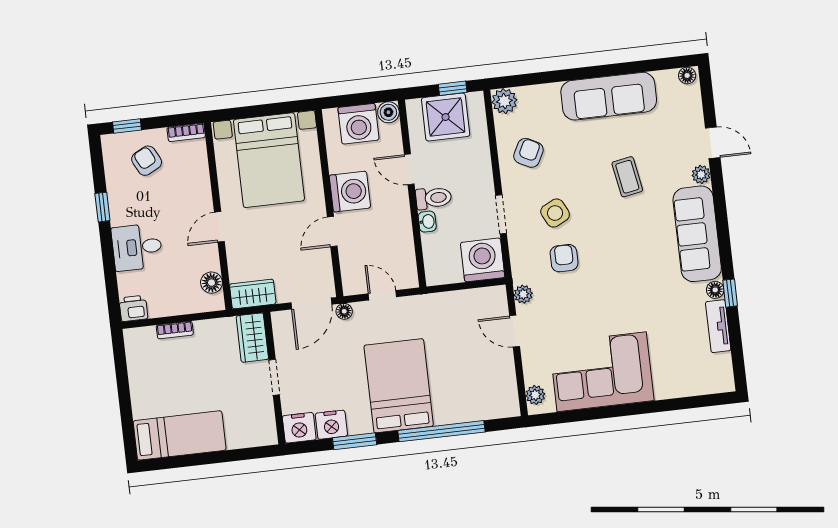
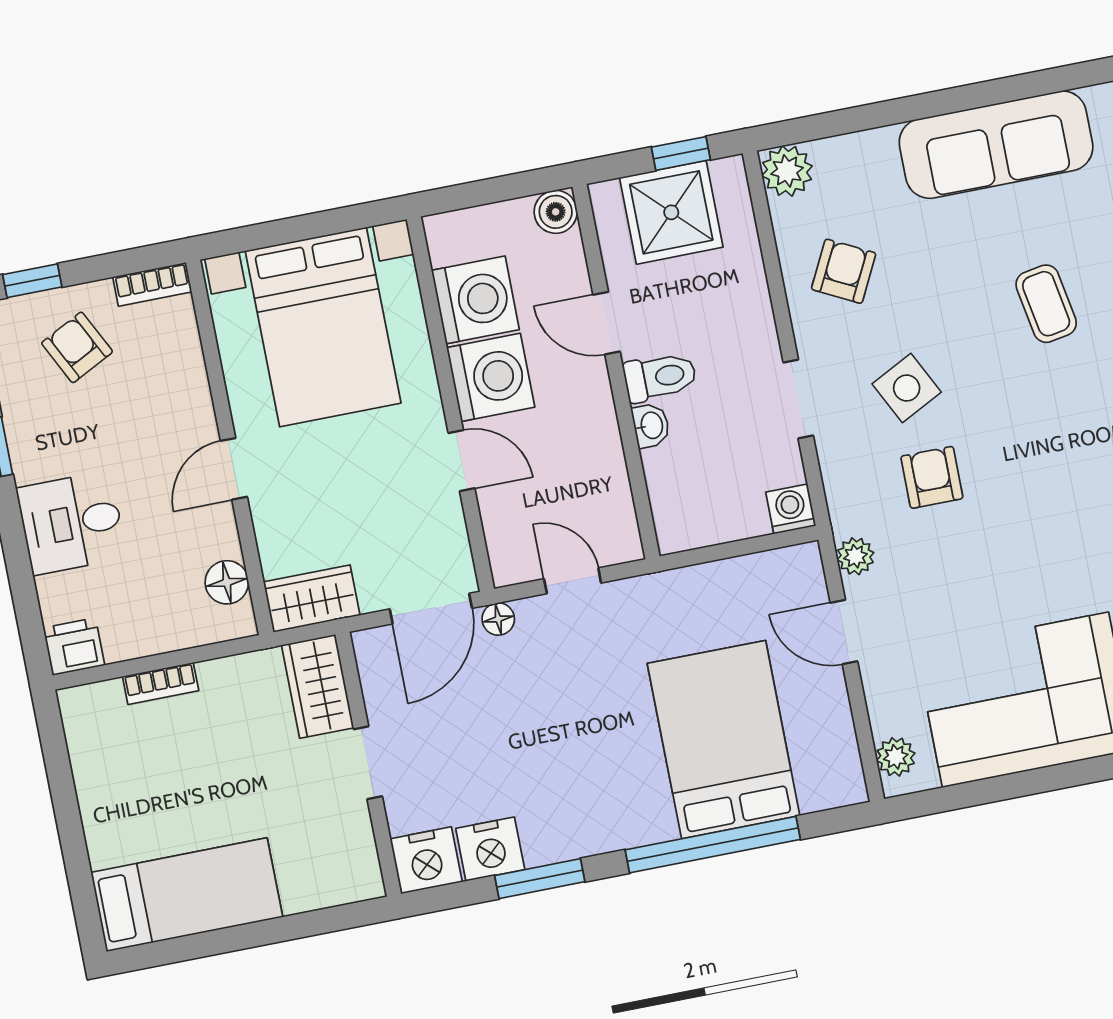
washing machine: (358, 124) -> (475, 300), moved, turned -90
door: (332, 232) -> (462, 461), swing flipped
washing machine: (483, 260) -> (791, 509), width x0.53, depth x0.53
bed: (399, 386) -> (724, 740), moved

